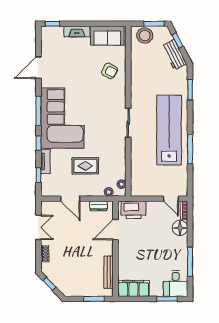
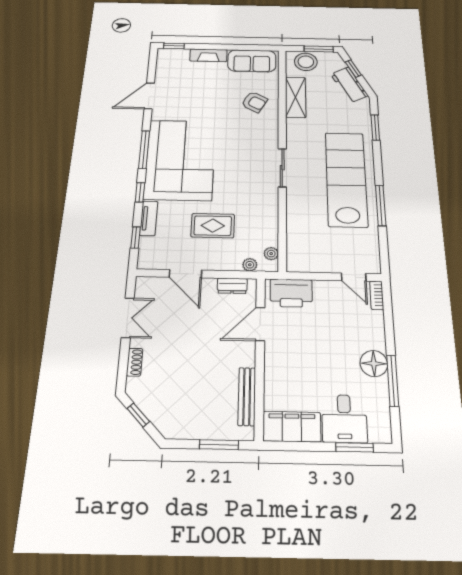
shelving: (137, 66) -> (296, 97), added
floor lamp: (180, 228) -> (374, 364), moved
desk: (176, 283) -> (344, 419), moved

